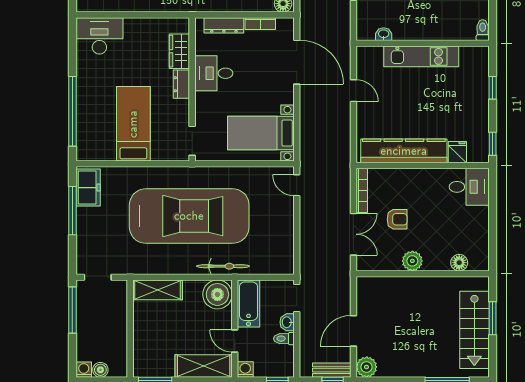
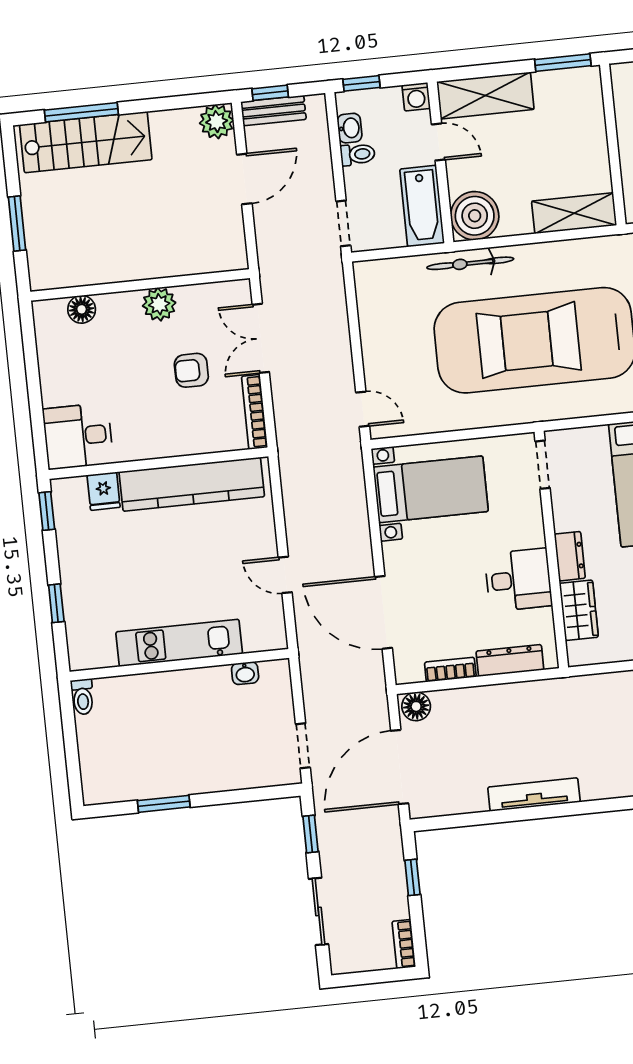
washbasin: (287, 322) -> (350, 128), moved
stairs: (474, 330) -> (86, 142), moved, turned 90

